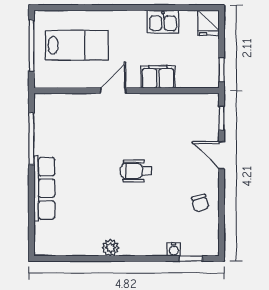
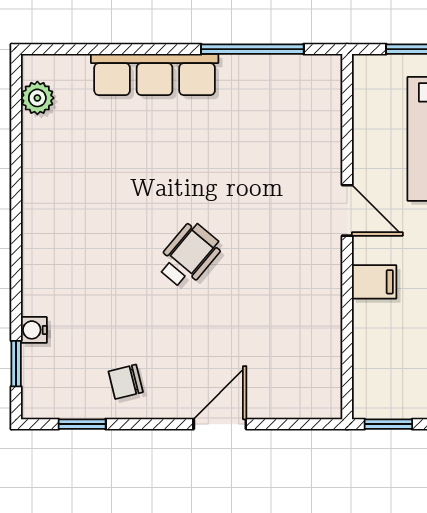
filing cabinet: (158, 77) -> (374, 282), width x0.50
window: (222, 118) -> (82, 424), moved
wheelchair: (136, 171) -> (189, 255), turned 40
plant: (110, 248) -> (37, 98), moved

